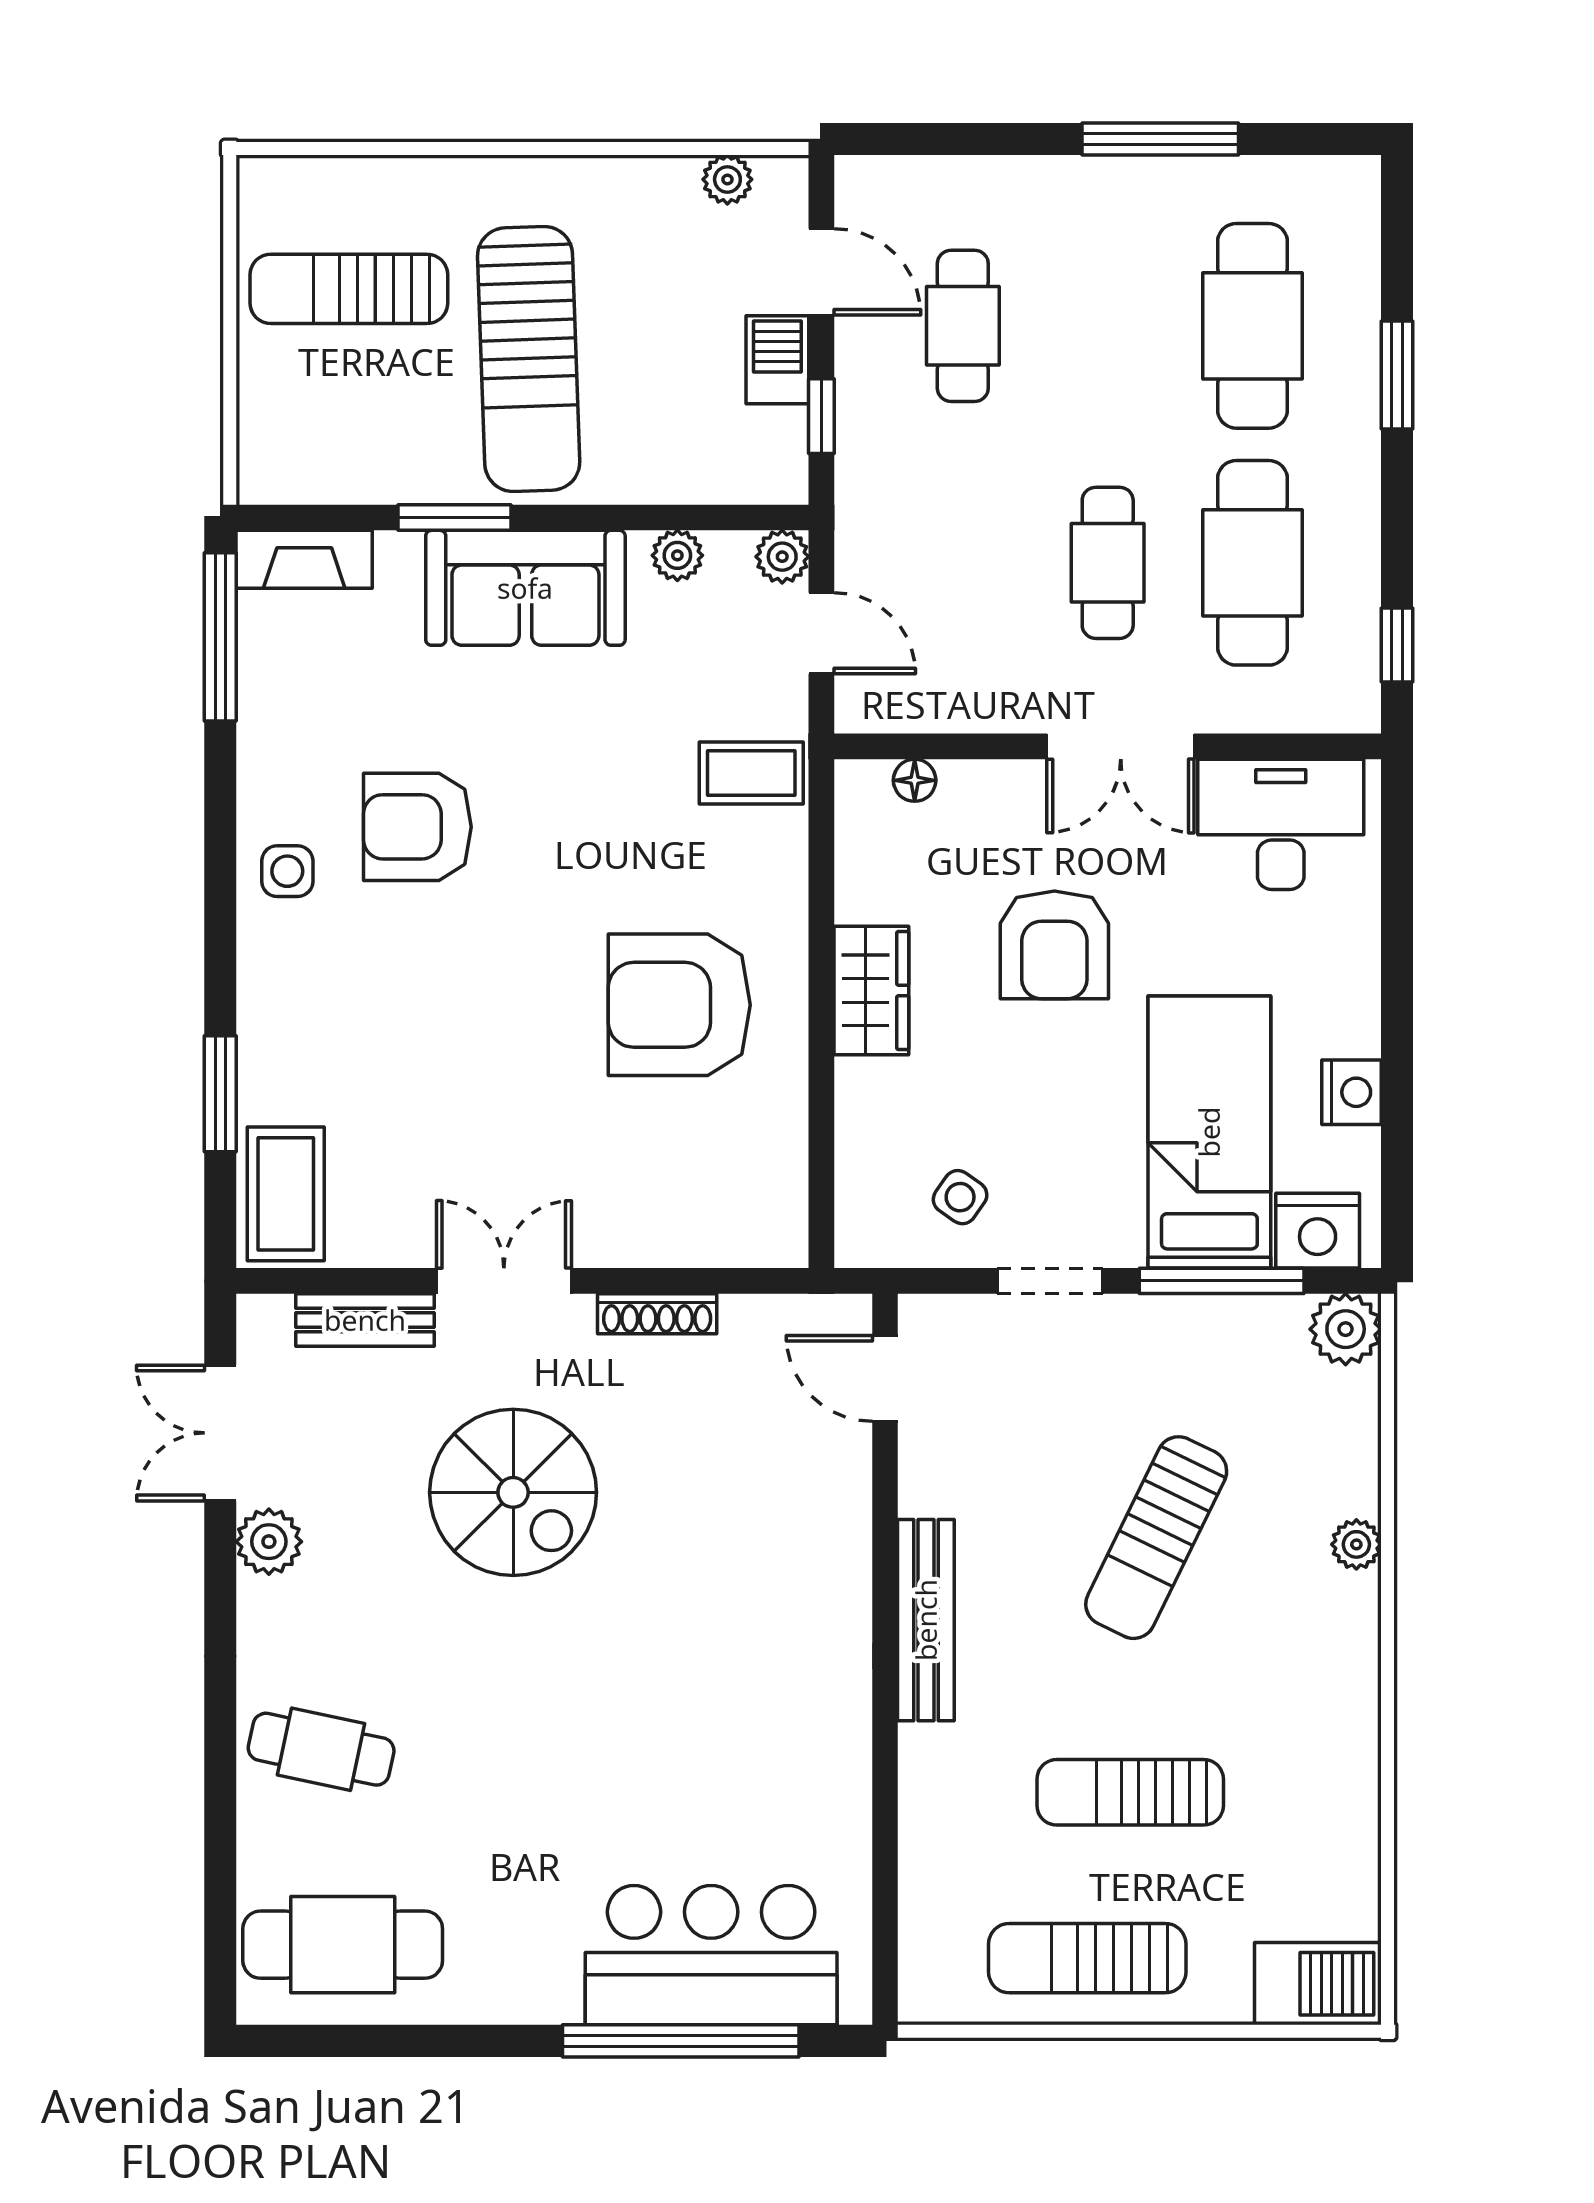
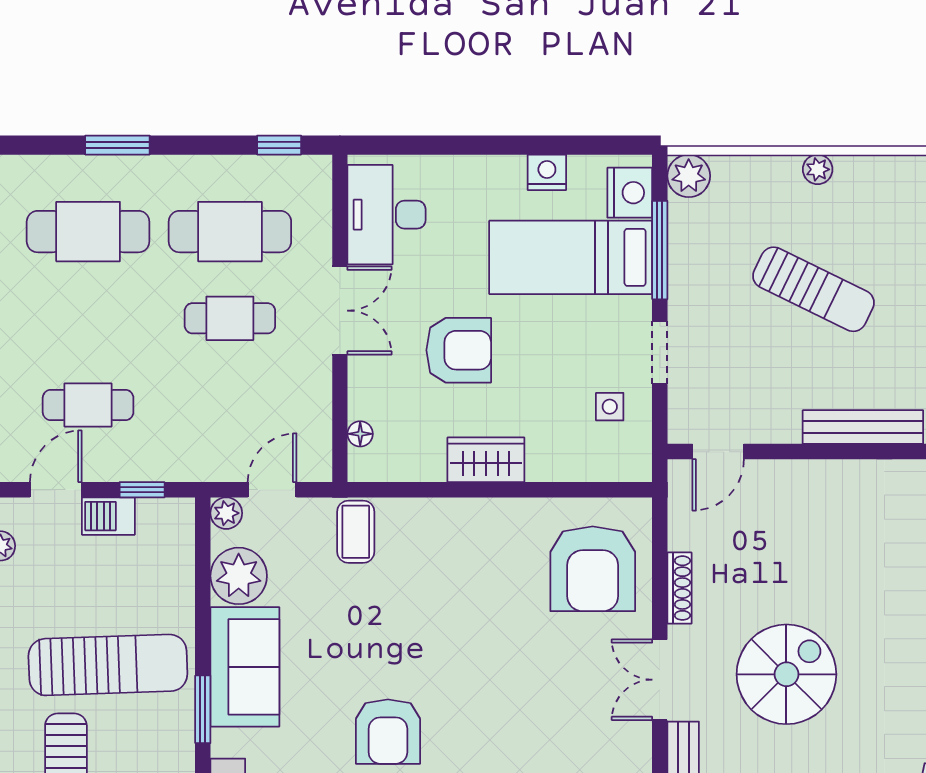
plant: (677, 555) -> (239, 576), width x1.88, depth x1.88
armchair: (679, 1005) -> (593, 569), moved
side table: (960, 1197) -> (610, 407), turned -35

